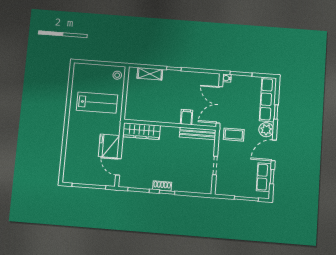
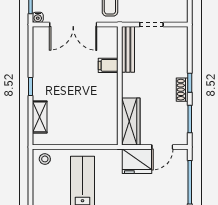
filing cabinet: (187, 117) -> (108, 65), moved
wall: (170, 125) -> (120, 86), moved
wardrobe: (141, 131) -> (131, 122), moved
bench: (198, 133) -> (128, 49), moved

